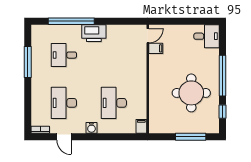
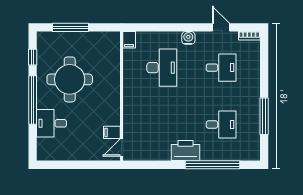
desk: (207, 36) -> (52, 123), moved
desk: (64, 103) -> (221, 68), width x0.73

